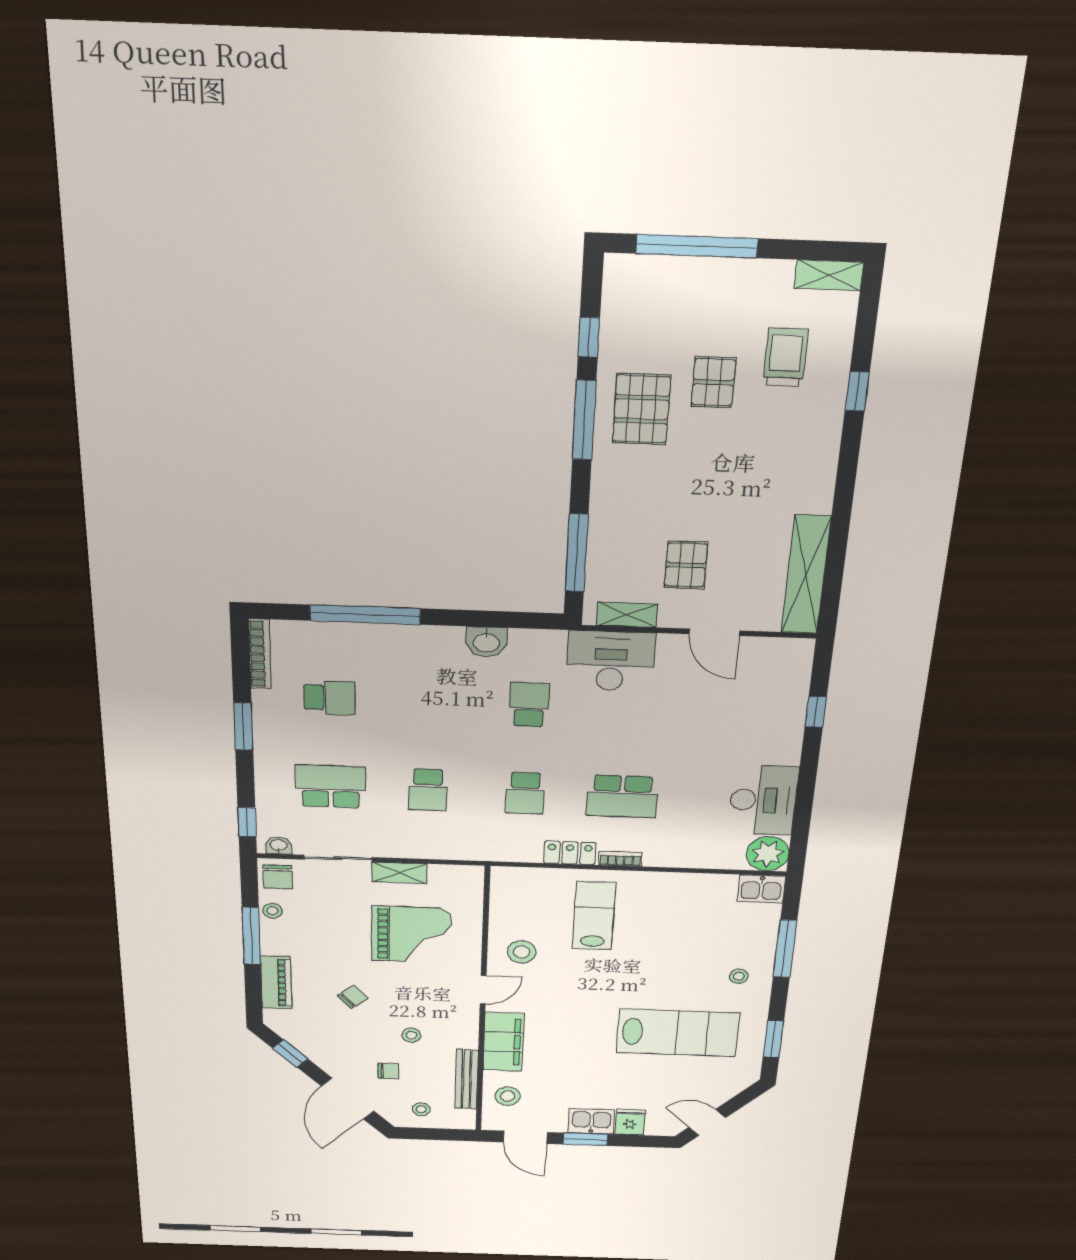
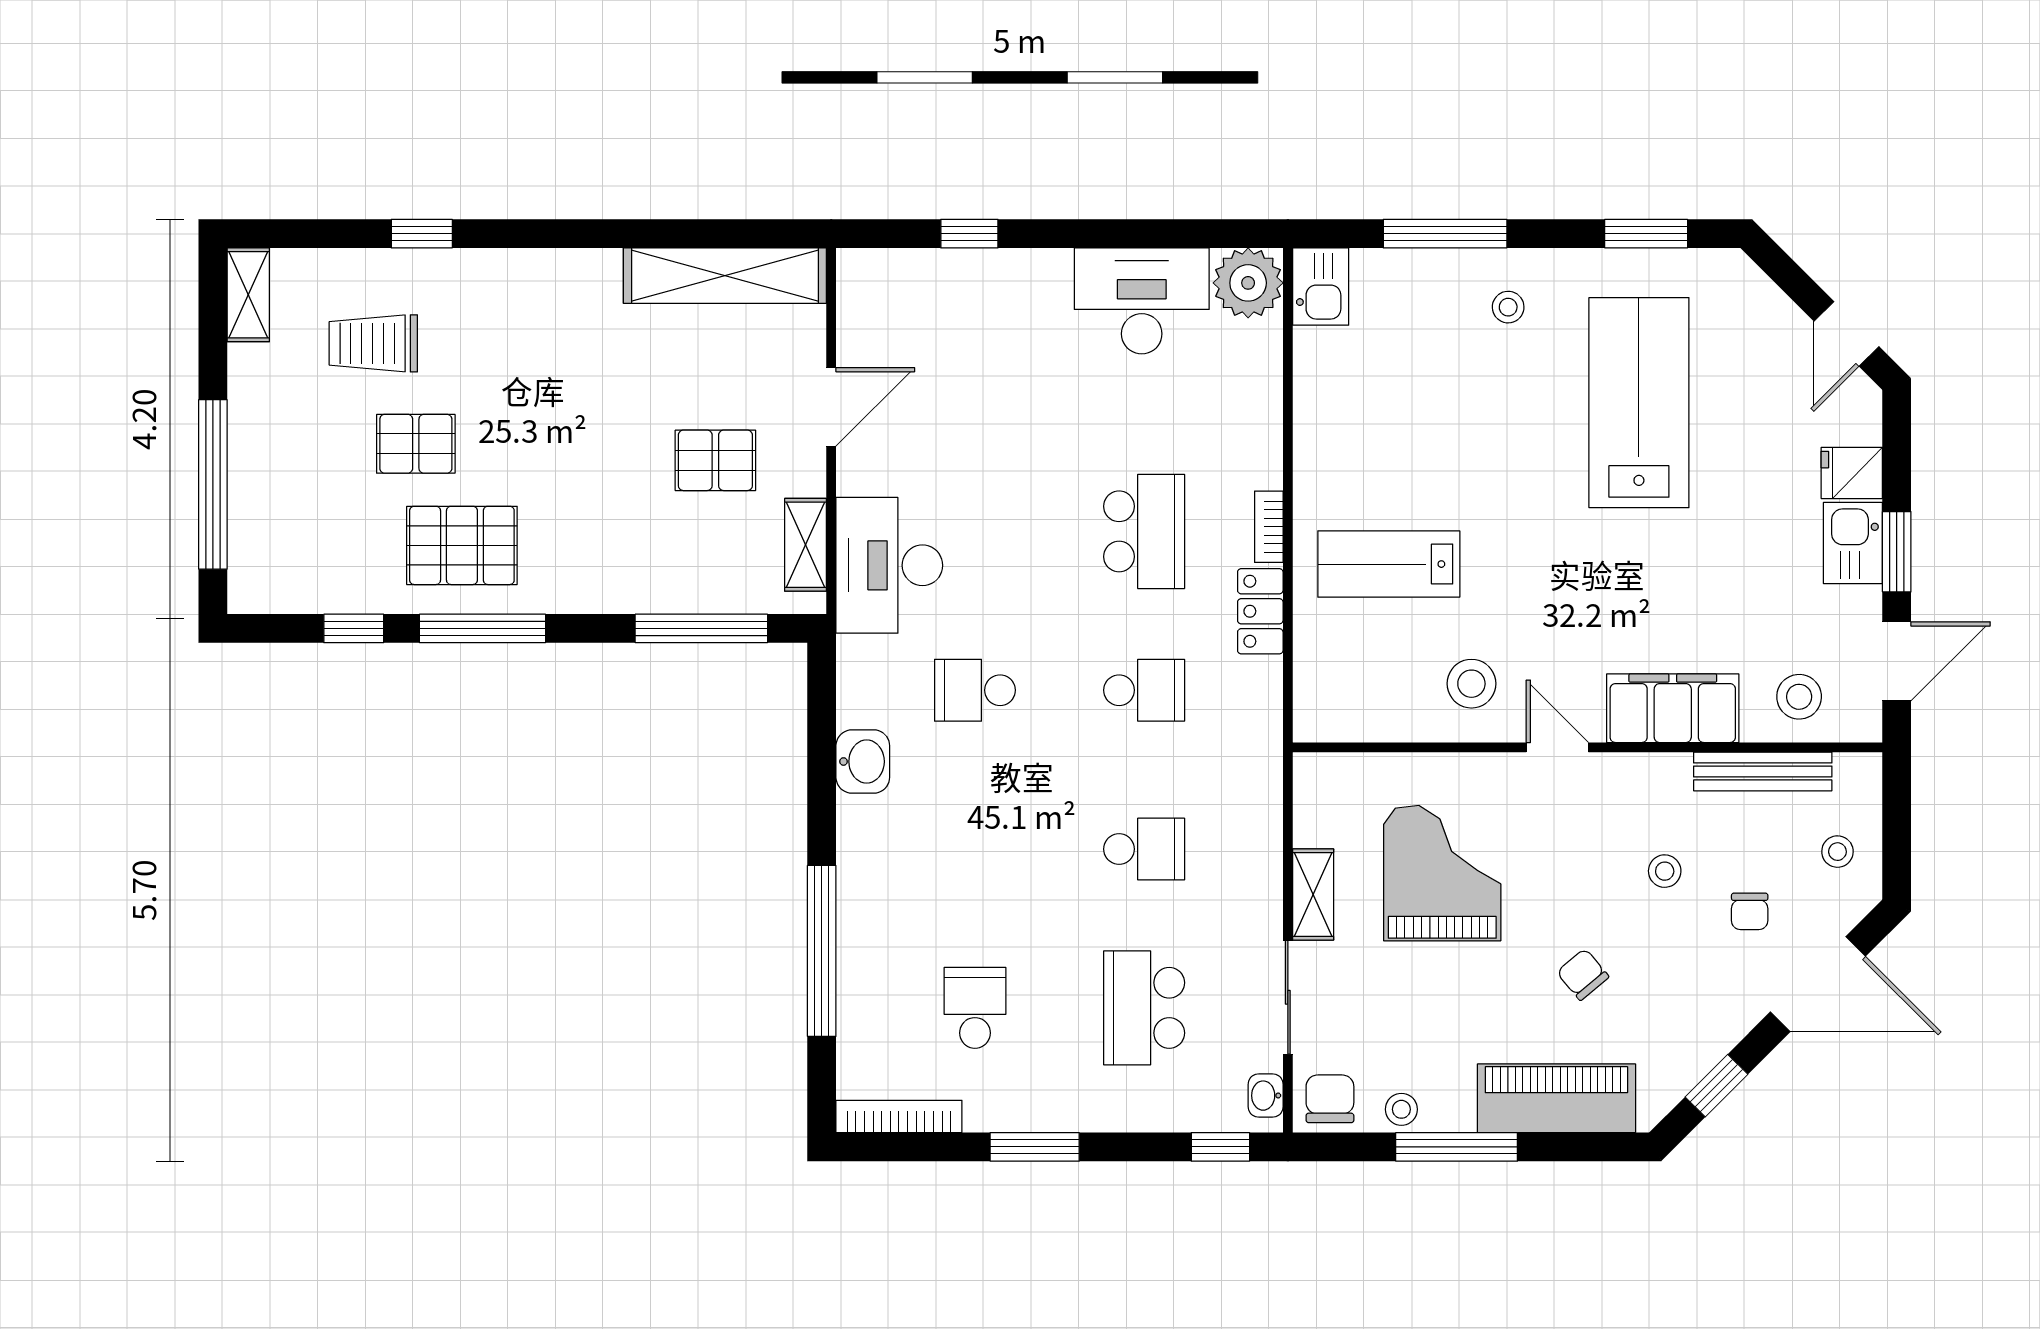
chair: (278, 877) -> (1330, 1099), turned -90
piano: (276, 982) -> (1556, 1098), width x1.37, depth x1.33
chair: (388, 1071) -> (1750, 911), turned 180

